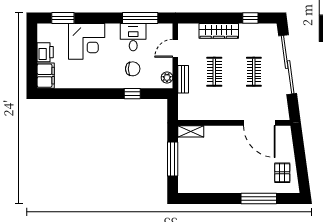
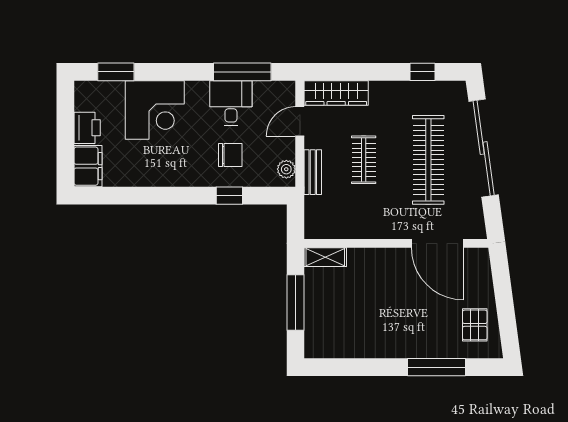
wardrobe: (219, 31) -> (336, 93), moved
clothes rail: (254, 72) -> (428, 160), width x1.86, depth x1.31

